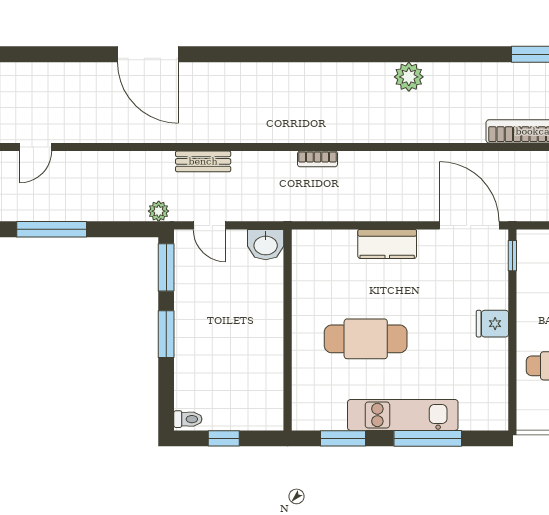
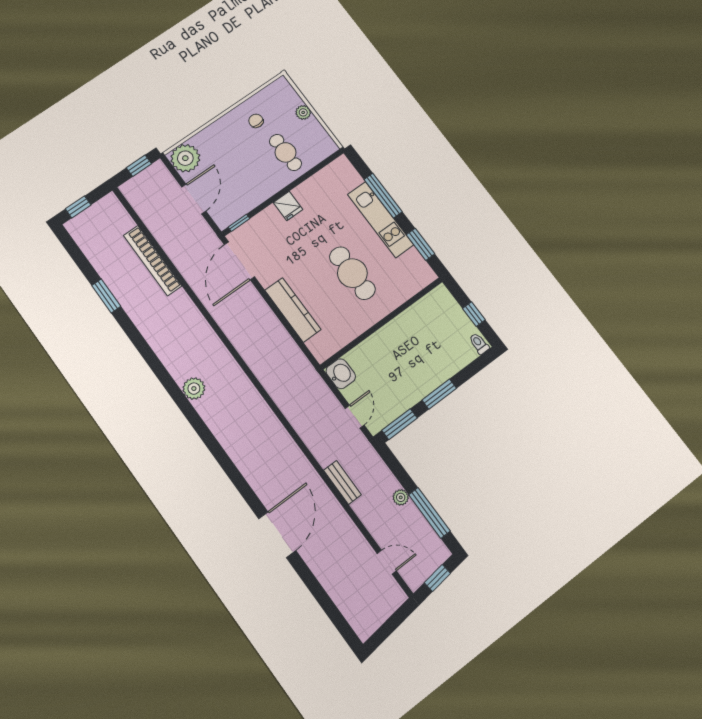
plant: (409, 77) -> (194, 389), moved
bookcase: (318, 159) -> (266, 380), removed
bench: (203, 161) -> (342, 482), moved
plant: (159, 211) -> (401, 497), moved
kitchen counter: (387, 244) -> (293, 310), width x1.50

